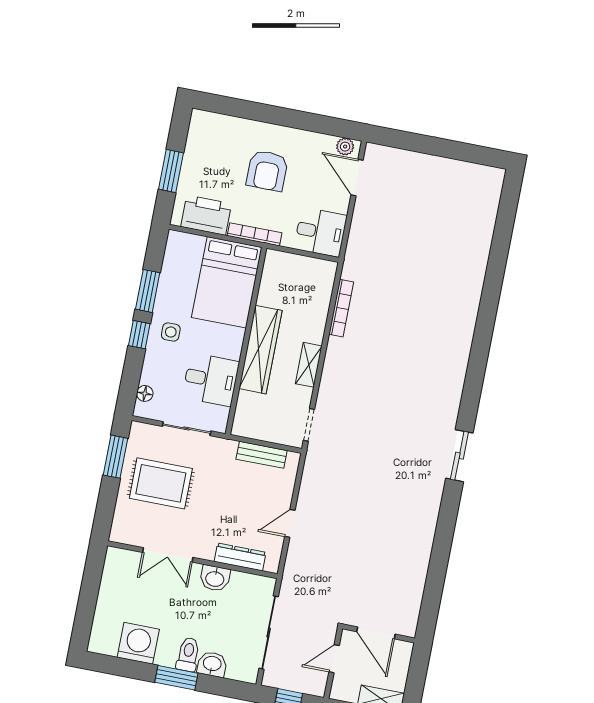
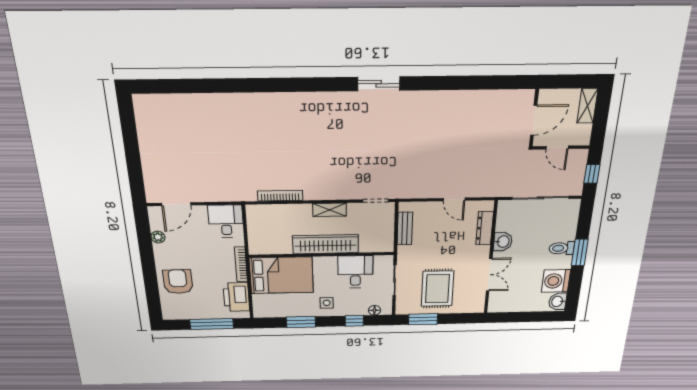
plant: (345, 147) -> (158, 237), moved
window: (171, 171) -> (212, 324), width x1.44
armchair: (267, 171) -> (178, 282), moved, turned -90
window: (139, 335) -> (354, 321), moved
washbasin: (212, 664) -> (558, 301), moved

